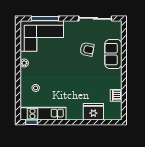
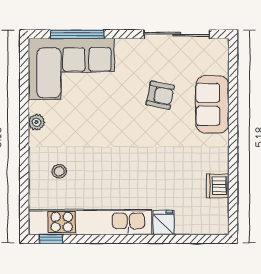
fridge: (93, 112) -> (164, 222), width x0.53, depth x0.75
kitchen unit: (43, 114) -> (90, 222), width x1.36

